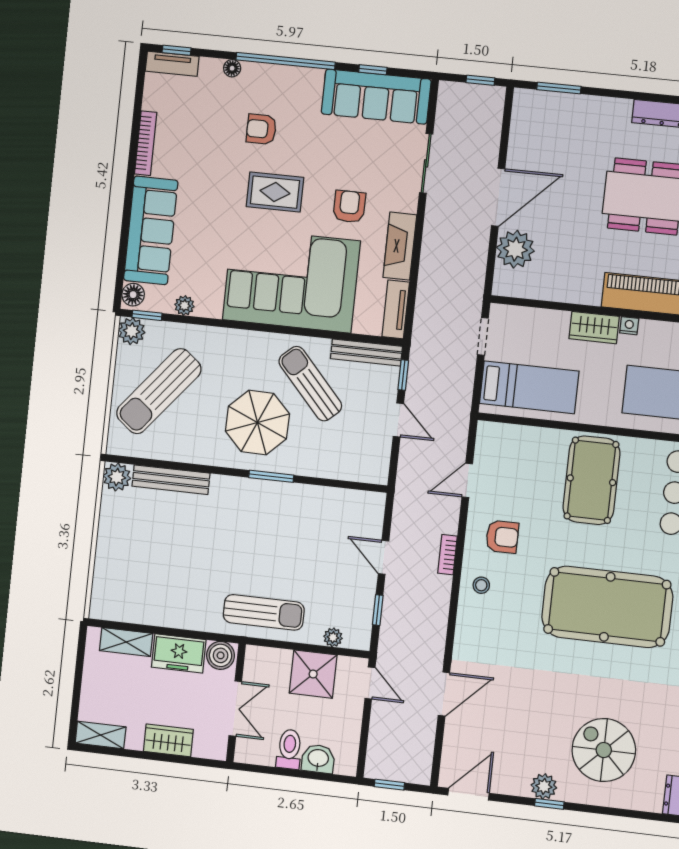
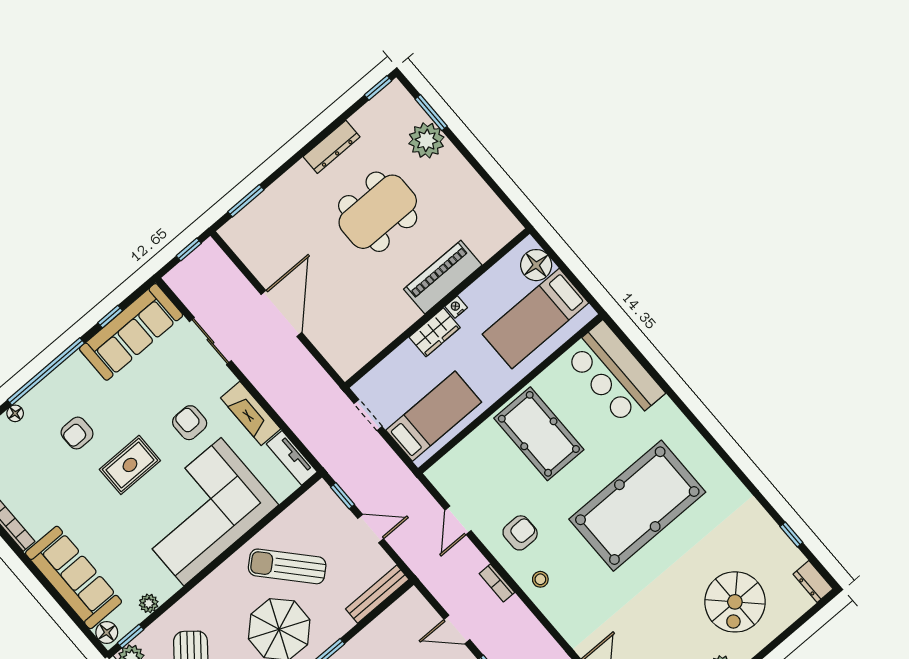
plant: (515, 249) -> (329, 336), removed
bench: (366, 352) -> (377, 594), moved
spiral stairs: (604, 750) -> (735, 602), turned -90

